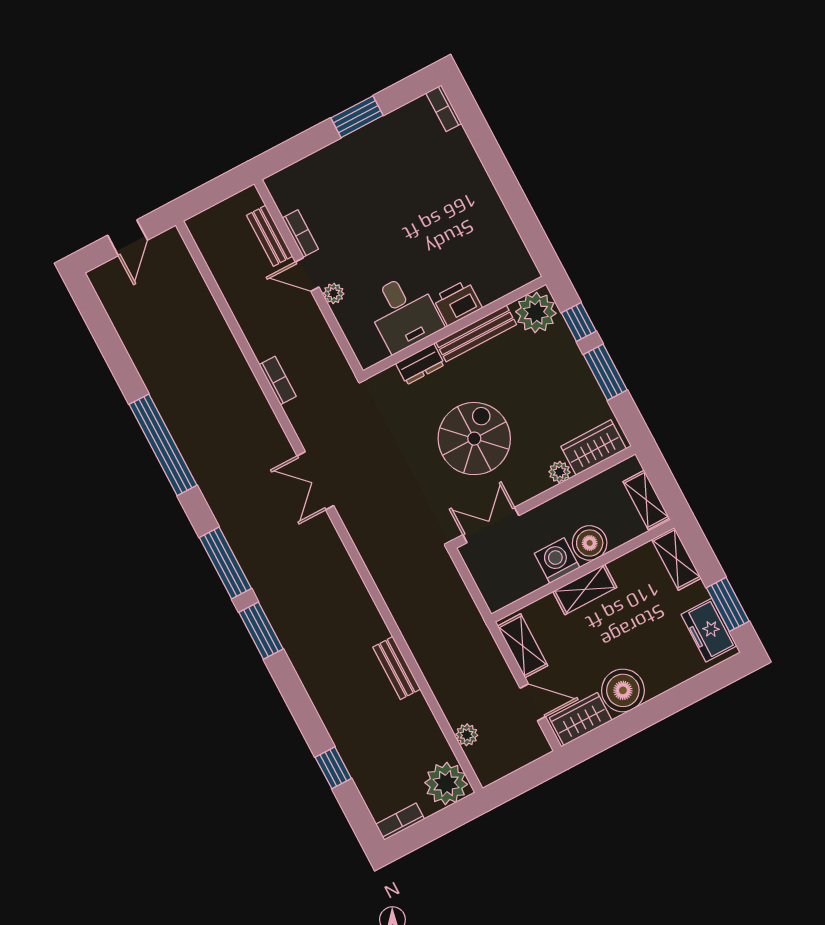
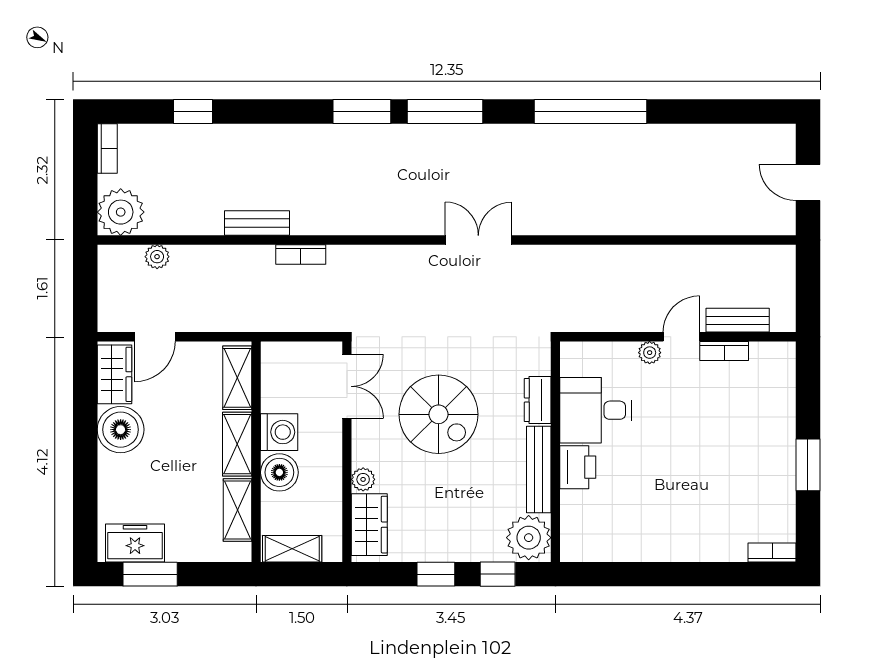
window: (605, 372) -> (436, 574), width x0.67
bookcase: (278, 381) -> (301, 254), moved
shelving: (676, 559) -> (237, 510), moved, turned 90
shelving: (523, 646) -> (237, 378), moved, turned 90

